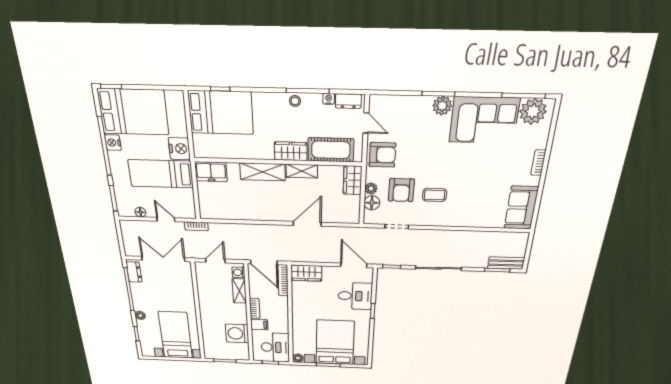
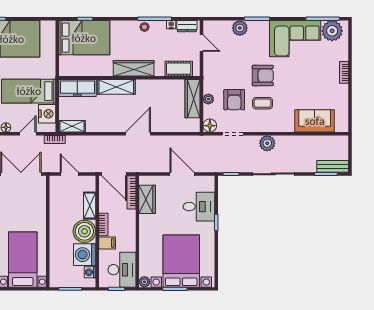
plant: (442, 106) -> (240, 28), moved
nightstand: (179, 149) -> (47, 114), moved
cot: (331, 150) -> (179, 69), width x0.73, depth x0.75
wardrobe: (291, 151) -> (134, 68), width x1.50
armchair: (382, 155) -> (263, 76), moved
shelving: (302, 171) -> (72, 126), moved
freezer: (211, 172) -> (77, 88), width x1.40
wardrobe: (353, 180) -> (192, 99), width x1.50
floor lamp: (372, 203) -> (210, 126), moved
sofa: (521, 208) -> (315, 121), moved, turned 90
door: (166, 219) -> (28, 134), hinge flipped
door: (307, 224) -> (138, 134), moved
plant: (435, 238) -> (267, 143), added
door: (215, 261) -> (69, 174), hinge flipped
door: (354, 265) -> (182, 174), moved
washing machine: (238, 272) -> (90, 272), moved
wardrobe: (306, 273) -> (147, 199), moved, turned -90
boiler: (235, 314) -> (84, 231), added

